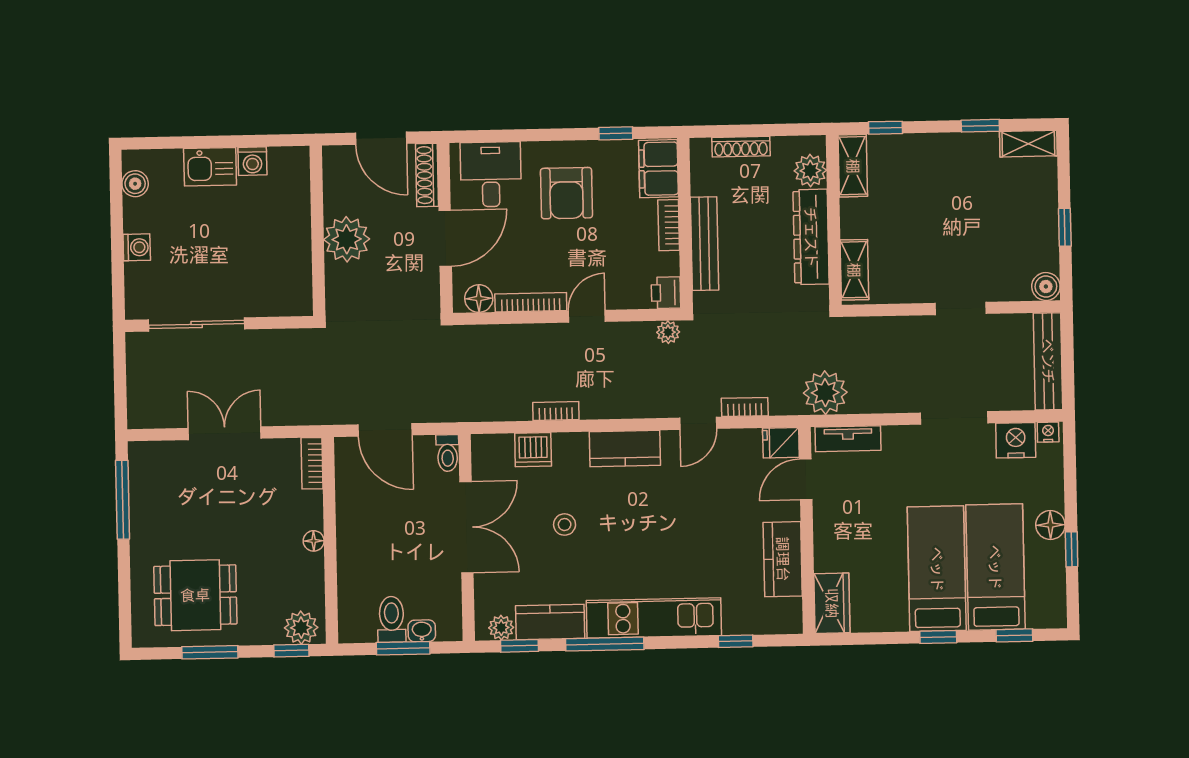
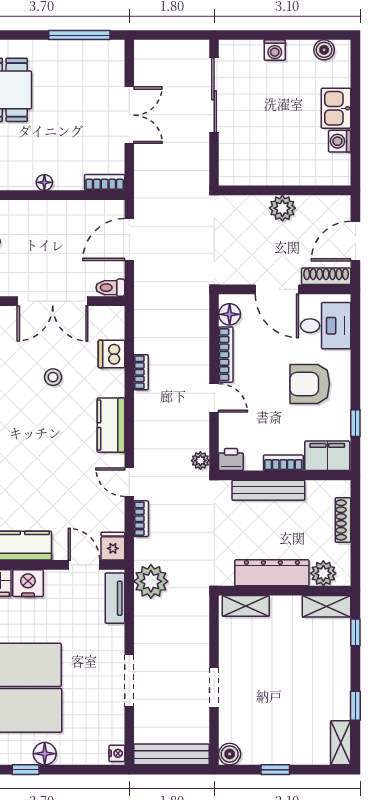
plant: (347, 239) -> (282, 208), width x0.73, depth x0.73
nightstand: (1016, 440) -> (28, 583), moved, turned -90

